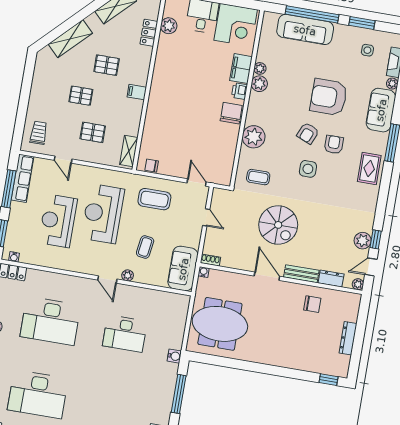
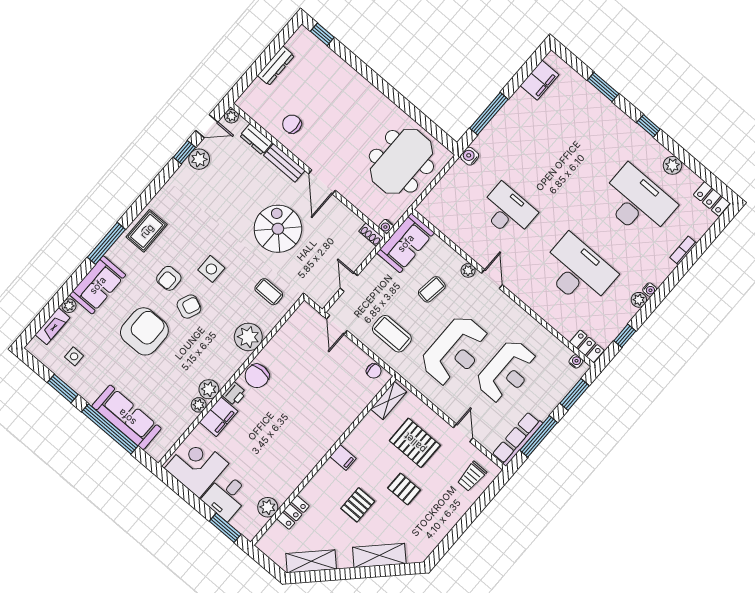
pallet: (107, 65) -> (358, 505), turned 90
armchair: (329, 97) -> (144, 331), turned -90
pallet: (93, 132) -> (415, 443), width x1.50, depth x1.42
meeting table: (220, 324) -> (401, 161), turned 90

